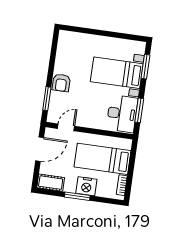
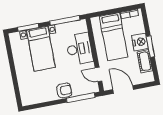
window: (47, 99) -> (81, 98), width x1.44
window: (139, 110) -> (65, 20), width x1.44
desk: (122, 114) -> (79, 49), moved, turned 90
cot: (51, 183) -> (145, 61), moved

